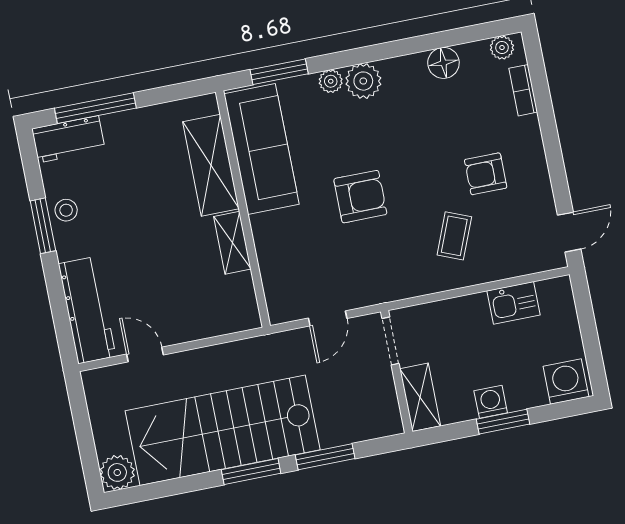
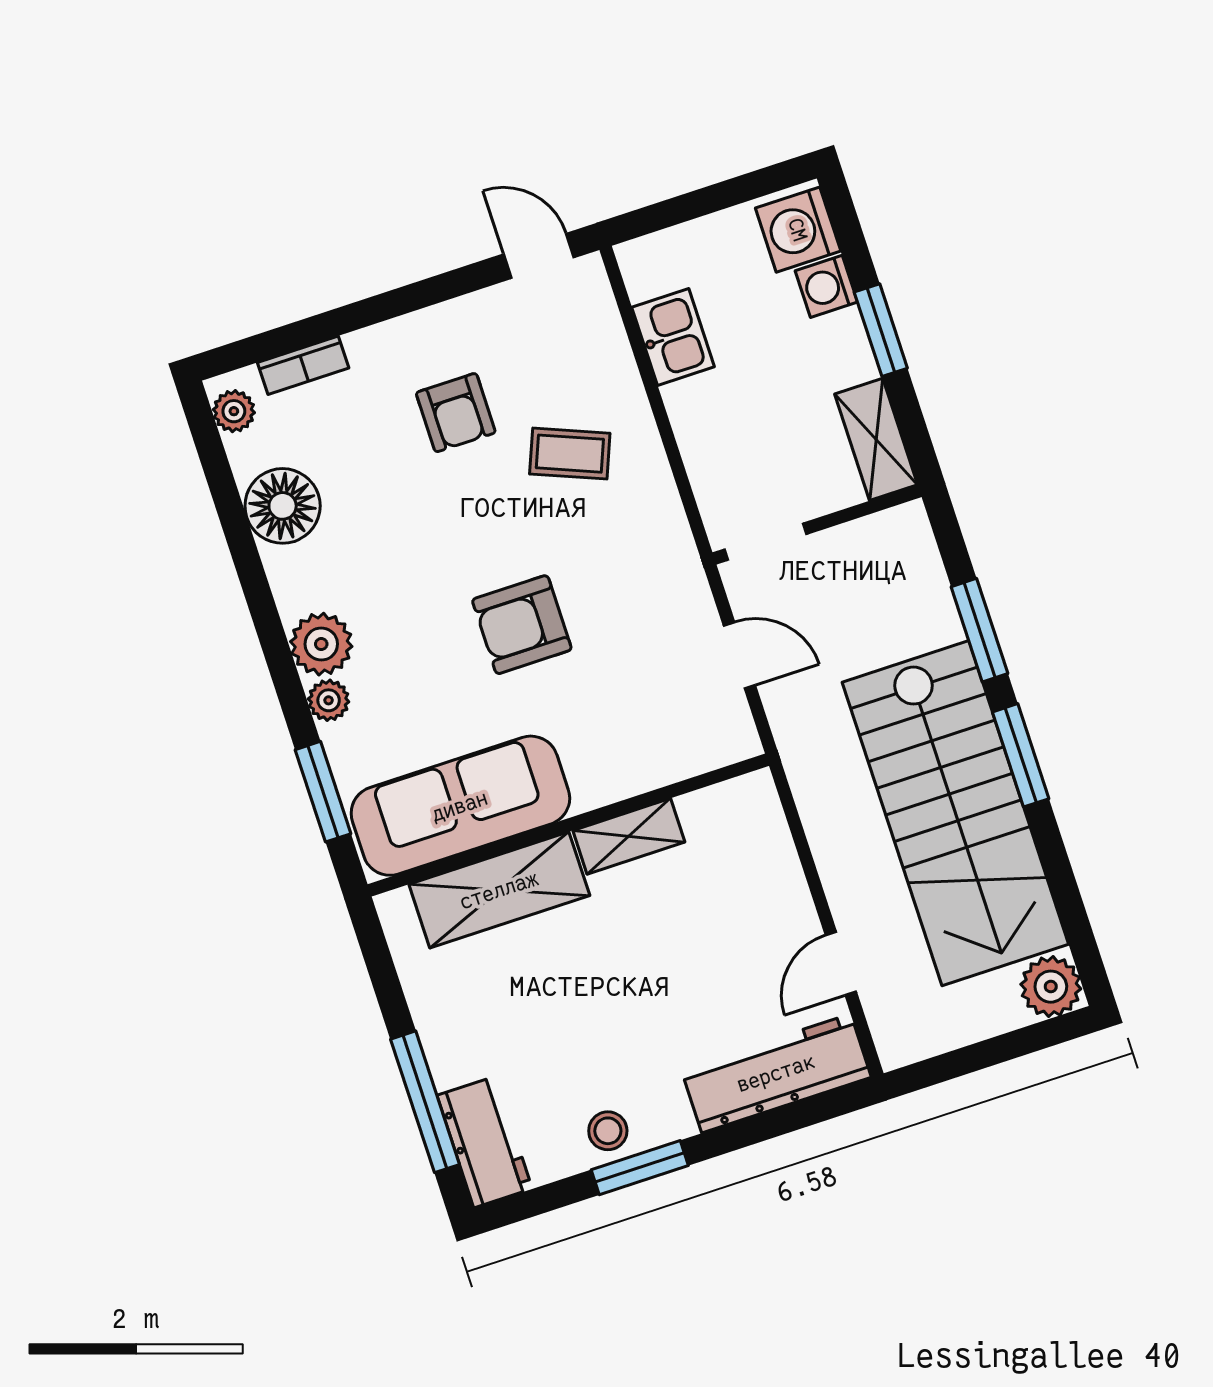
floor lamp: (443, 63) -> (283, 506), width x1.38, depth x1.38
armchair: (360, 197) -> (522, 625), turned -90
shelving: (420, 397) -> (876, 439), moved, turned 90
washing machine: (491, 402) -> (826, 286), moved

